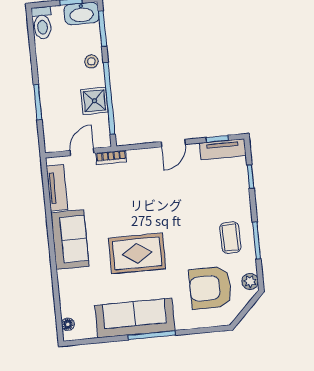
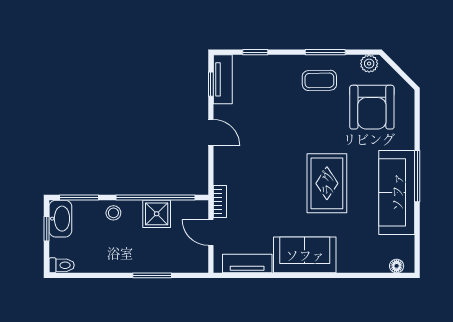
toilet: (42, 23) -> (62, 265), width x0.73, depth x0.72

